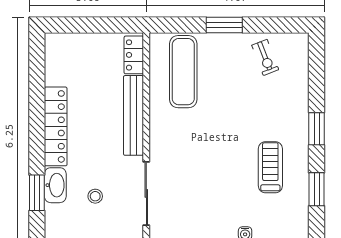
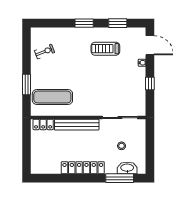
window: (224, 25) -> (26, 85), moved
washbasin: (55, 185) -> (127, 168), moved
window: (37, 193) -> (120, 178), width x1.44

